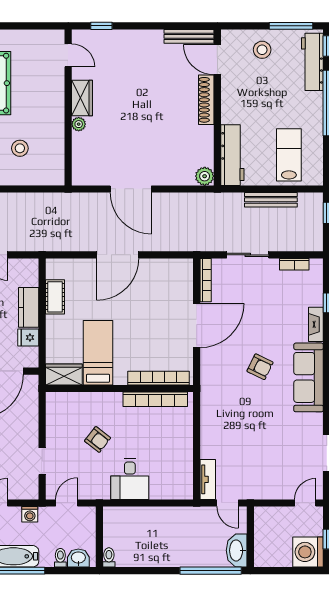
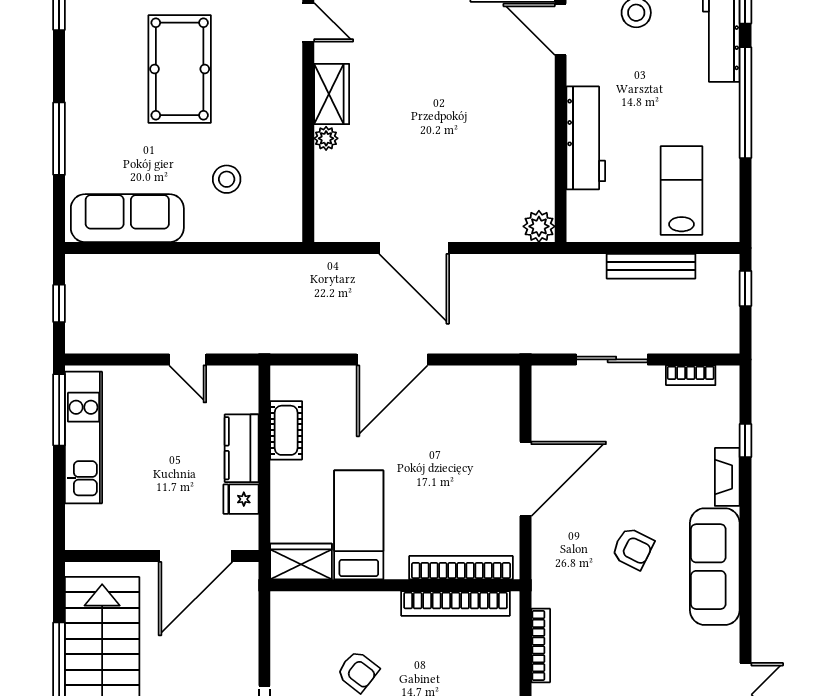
shoe rack: (206, 100) -> (542, 97), removed
workbench: (232, 155) -> (586, 138), moved
bookcase: (206, 280) -> (541, 646), moved

